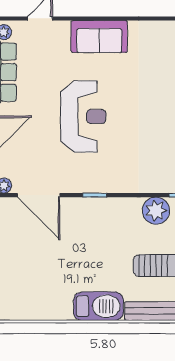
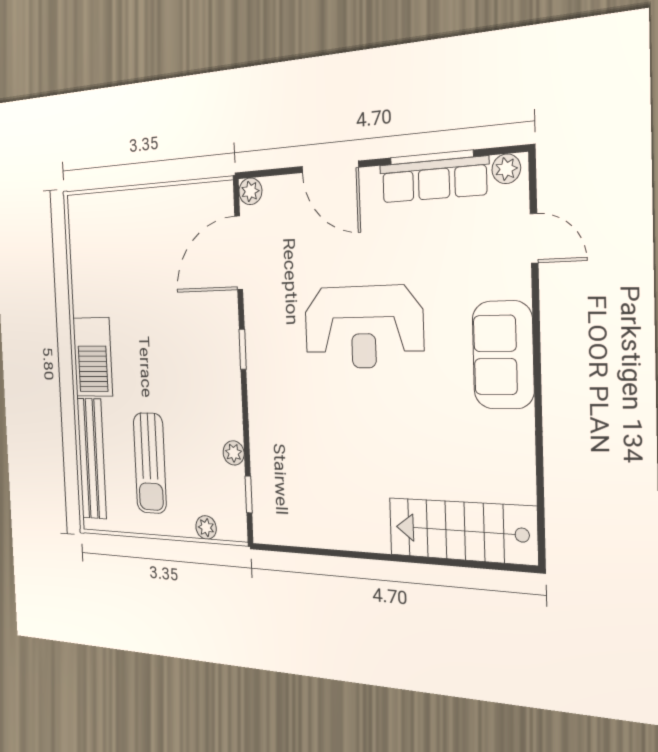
plant: (156, 211) -> (234, 453), width x0.53, depth x0.53

